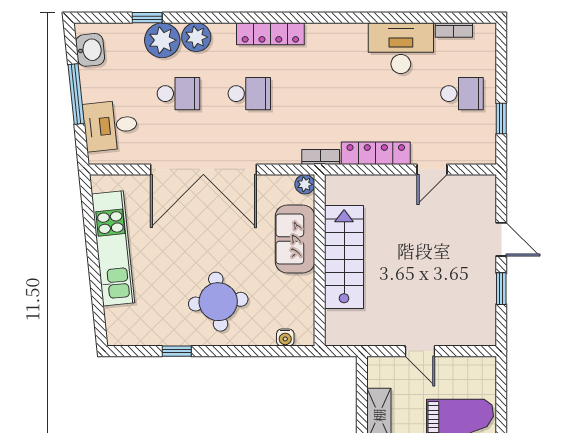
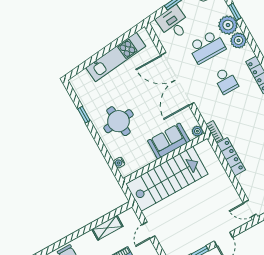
school desk: (178, 94) -> (207, 47), width x1.85
door: (432, 169) -> (250, 209), moved
stairs: (344, 257) -> (167, 179), width x1.36, depth x1.51

